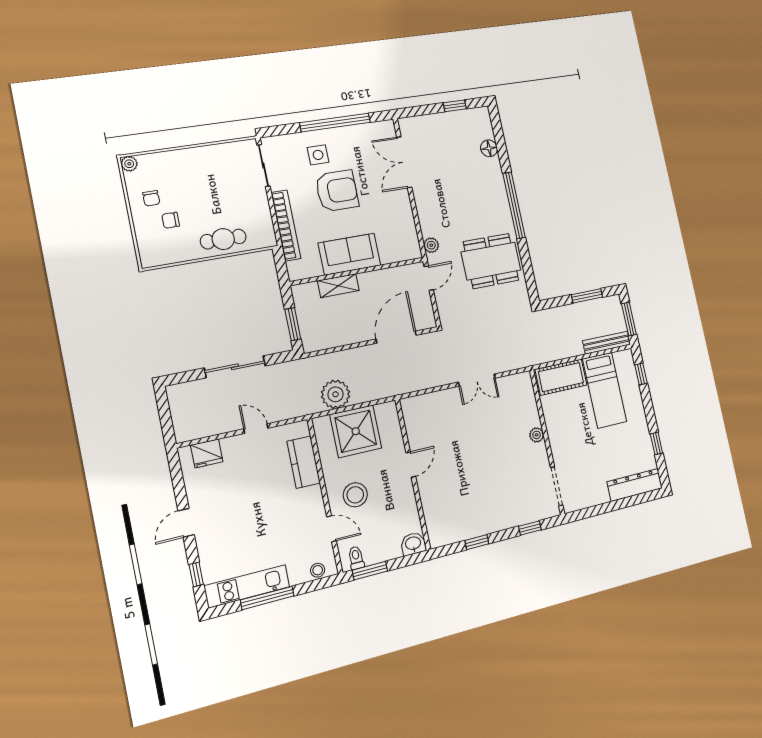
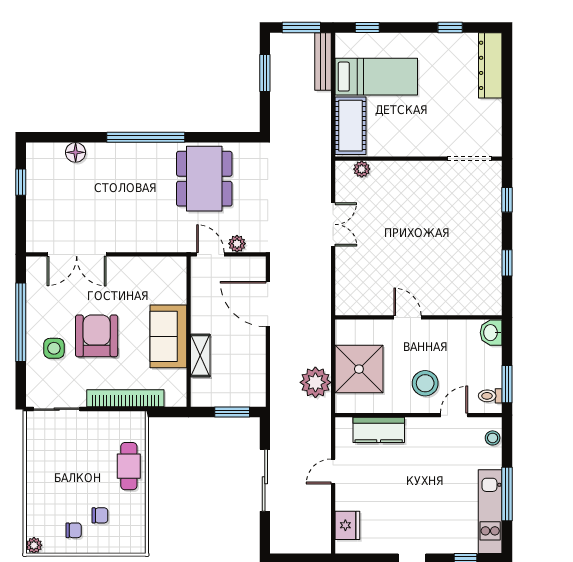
chair: (171, 220) -> (100, 515), turned -90
plant: (431, 245) -> (237, 244), moved
plant: (537, 435) -> (362, 169), moved

